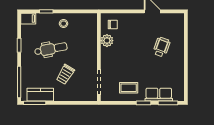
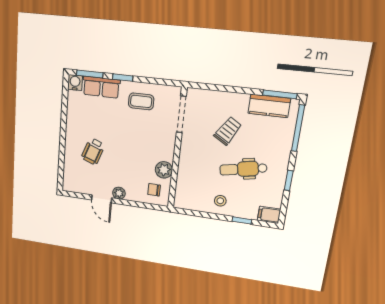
plant: (139, 18) -> (119, 193), added
water cooler: (179, 96) -> (75, 83), added

